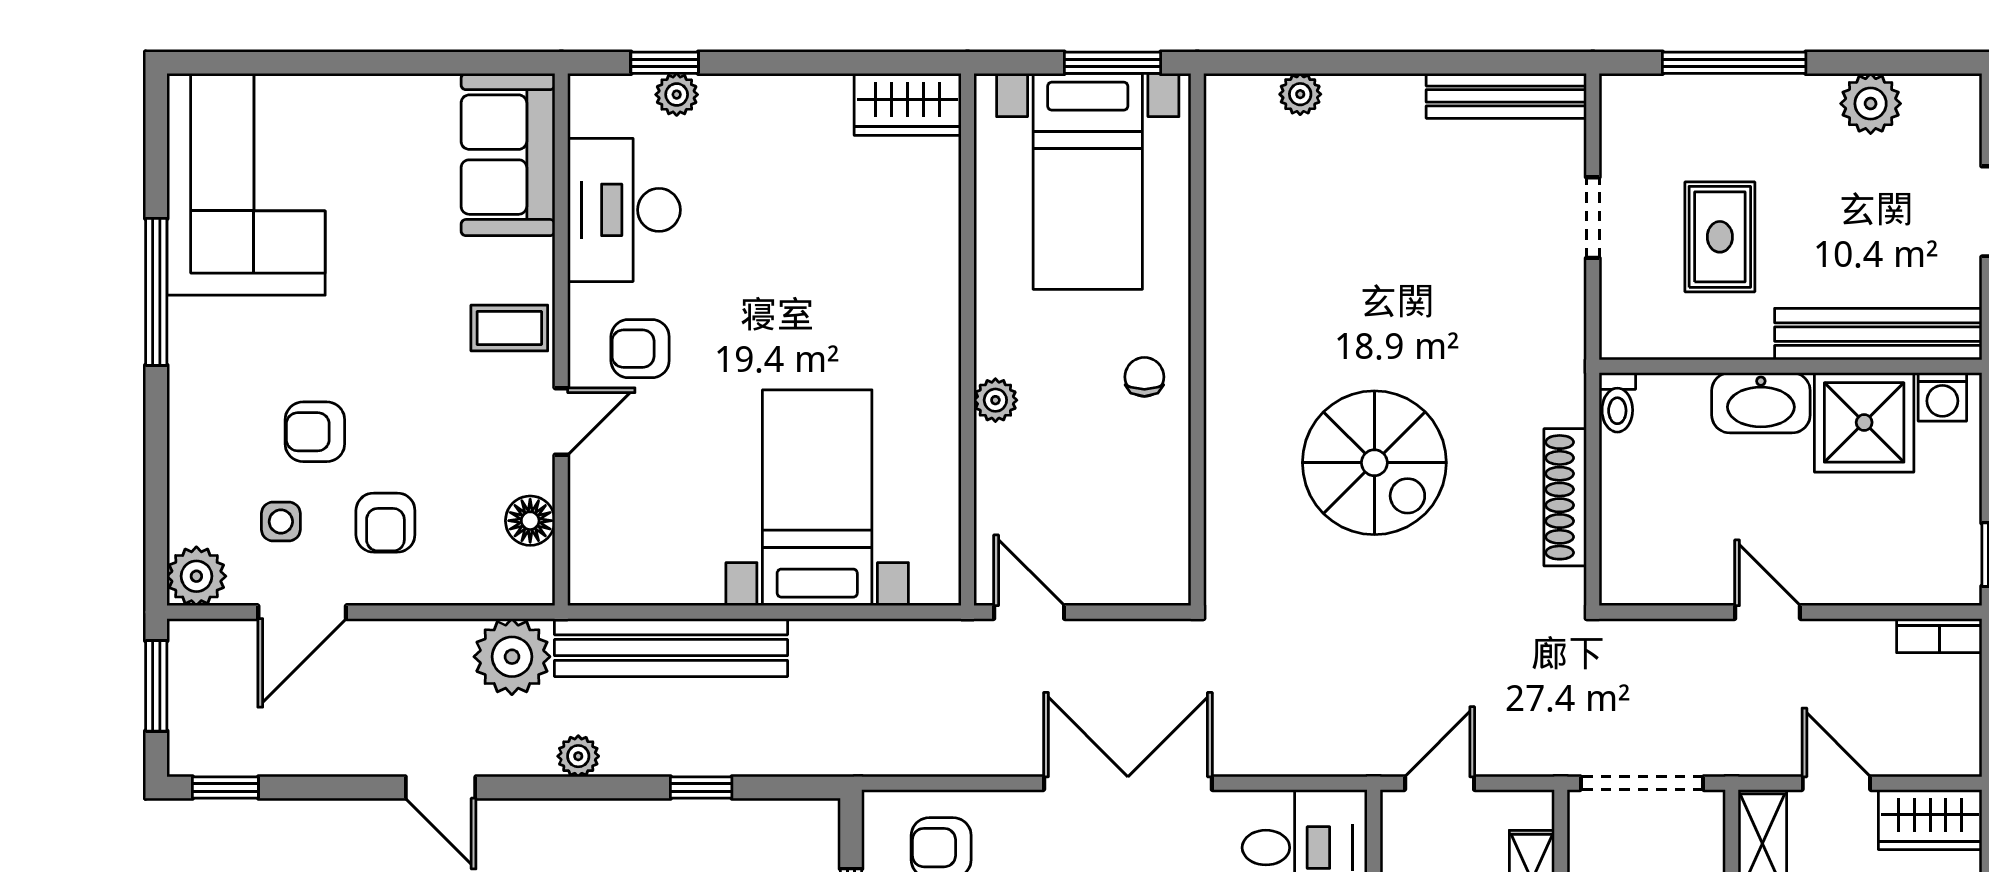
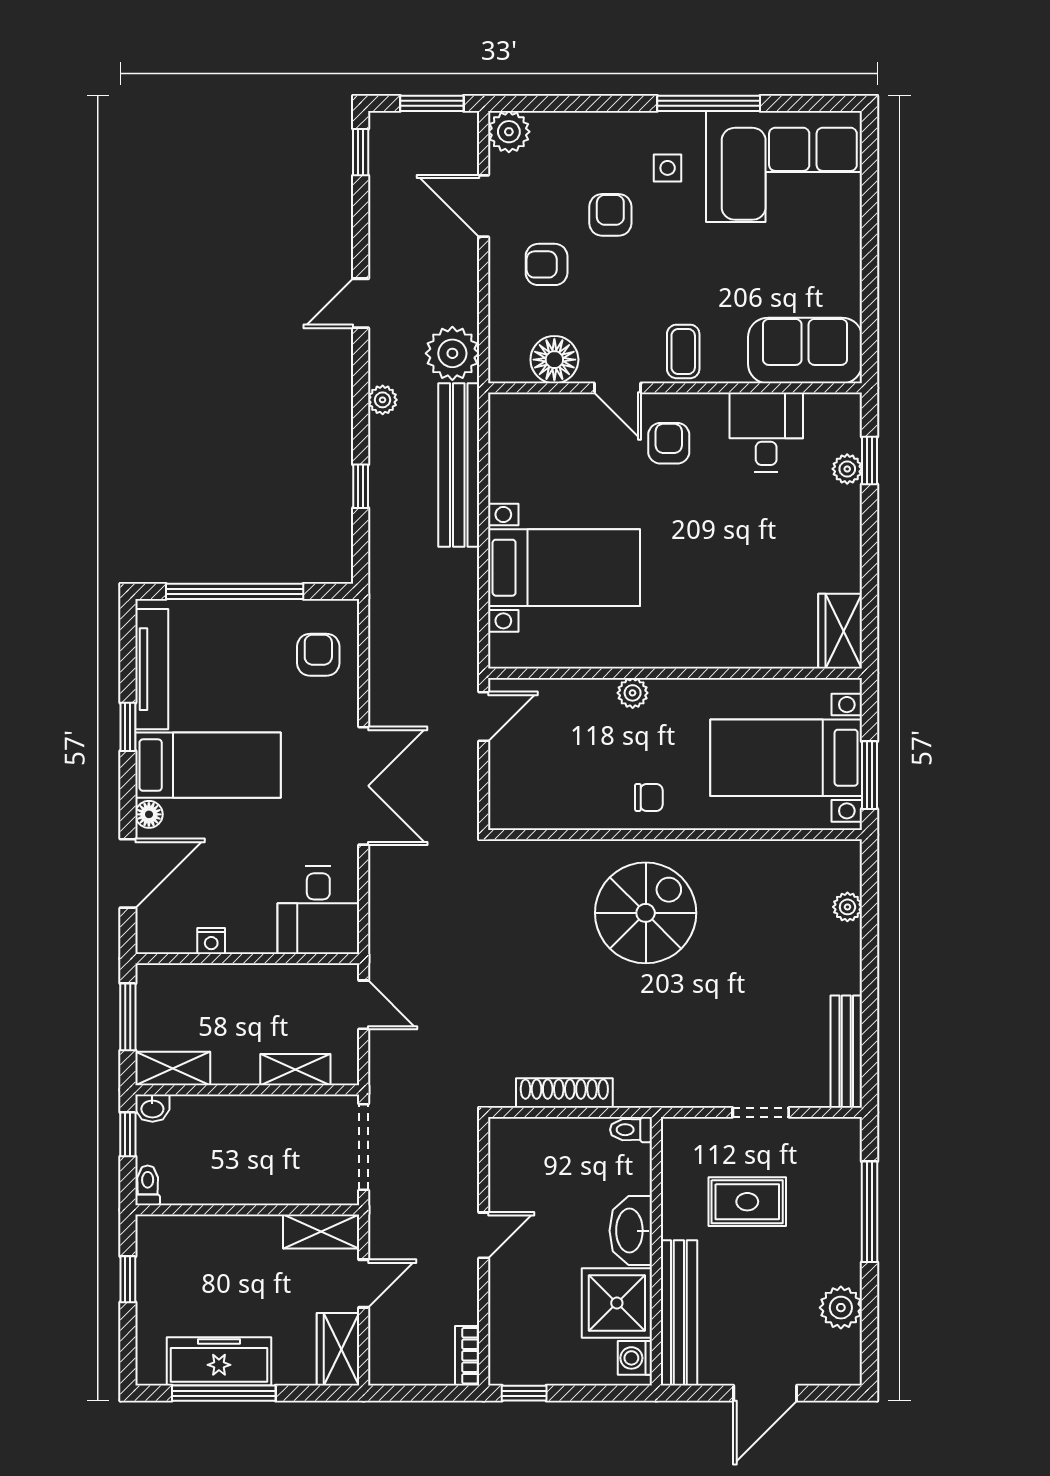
desk: (624, 210) -> (766, 432), width x0.73
spiral stairs: (1374, 463) -> (646, 913), moved, turned 180
floor lamp: (530, 521) -> (554, 360), width x1.38, depth x1.38
side table: (281, 522) -> (668, 168), moved

